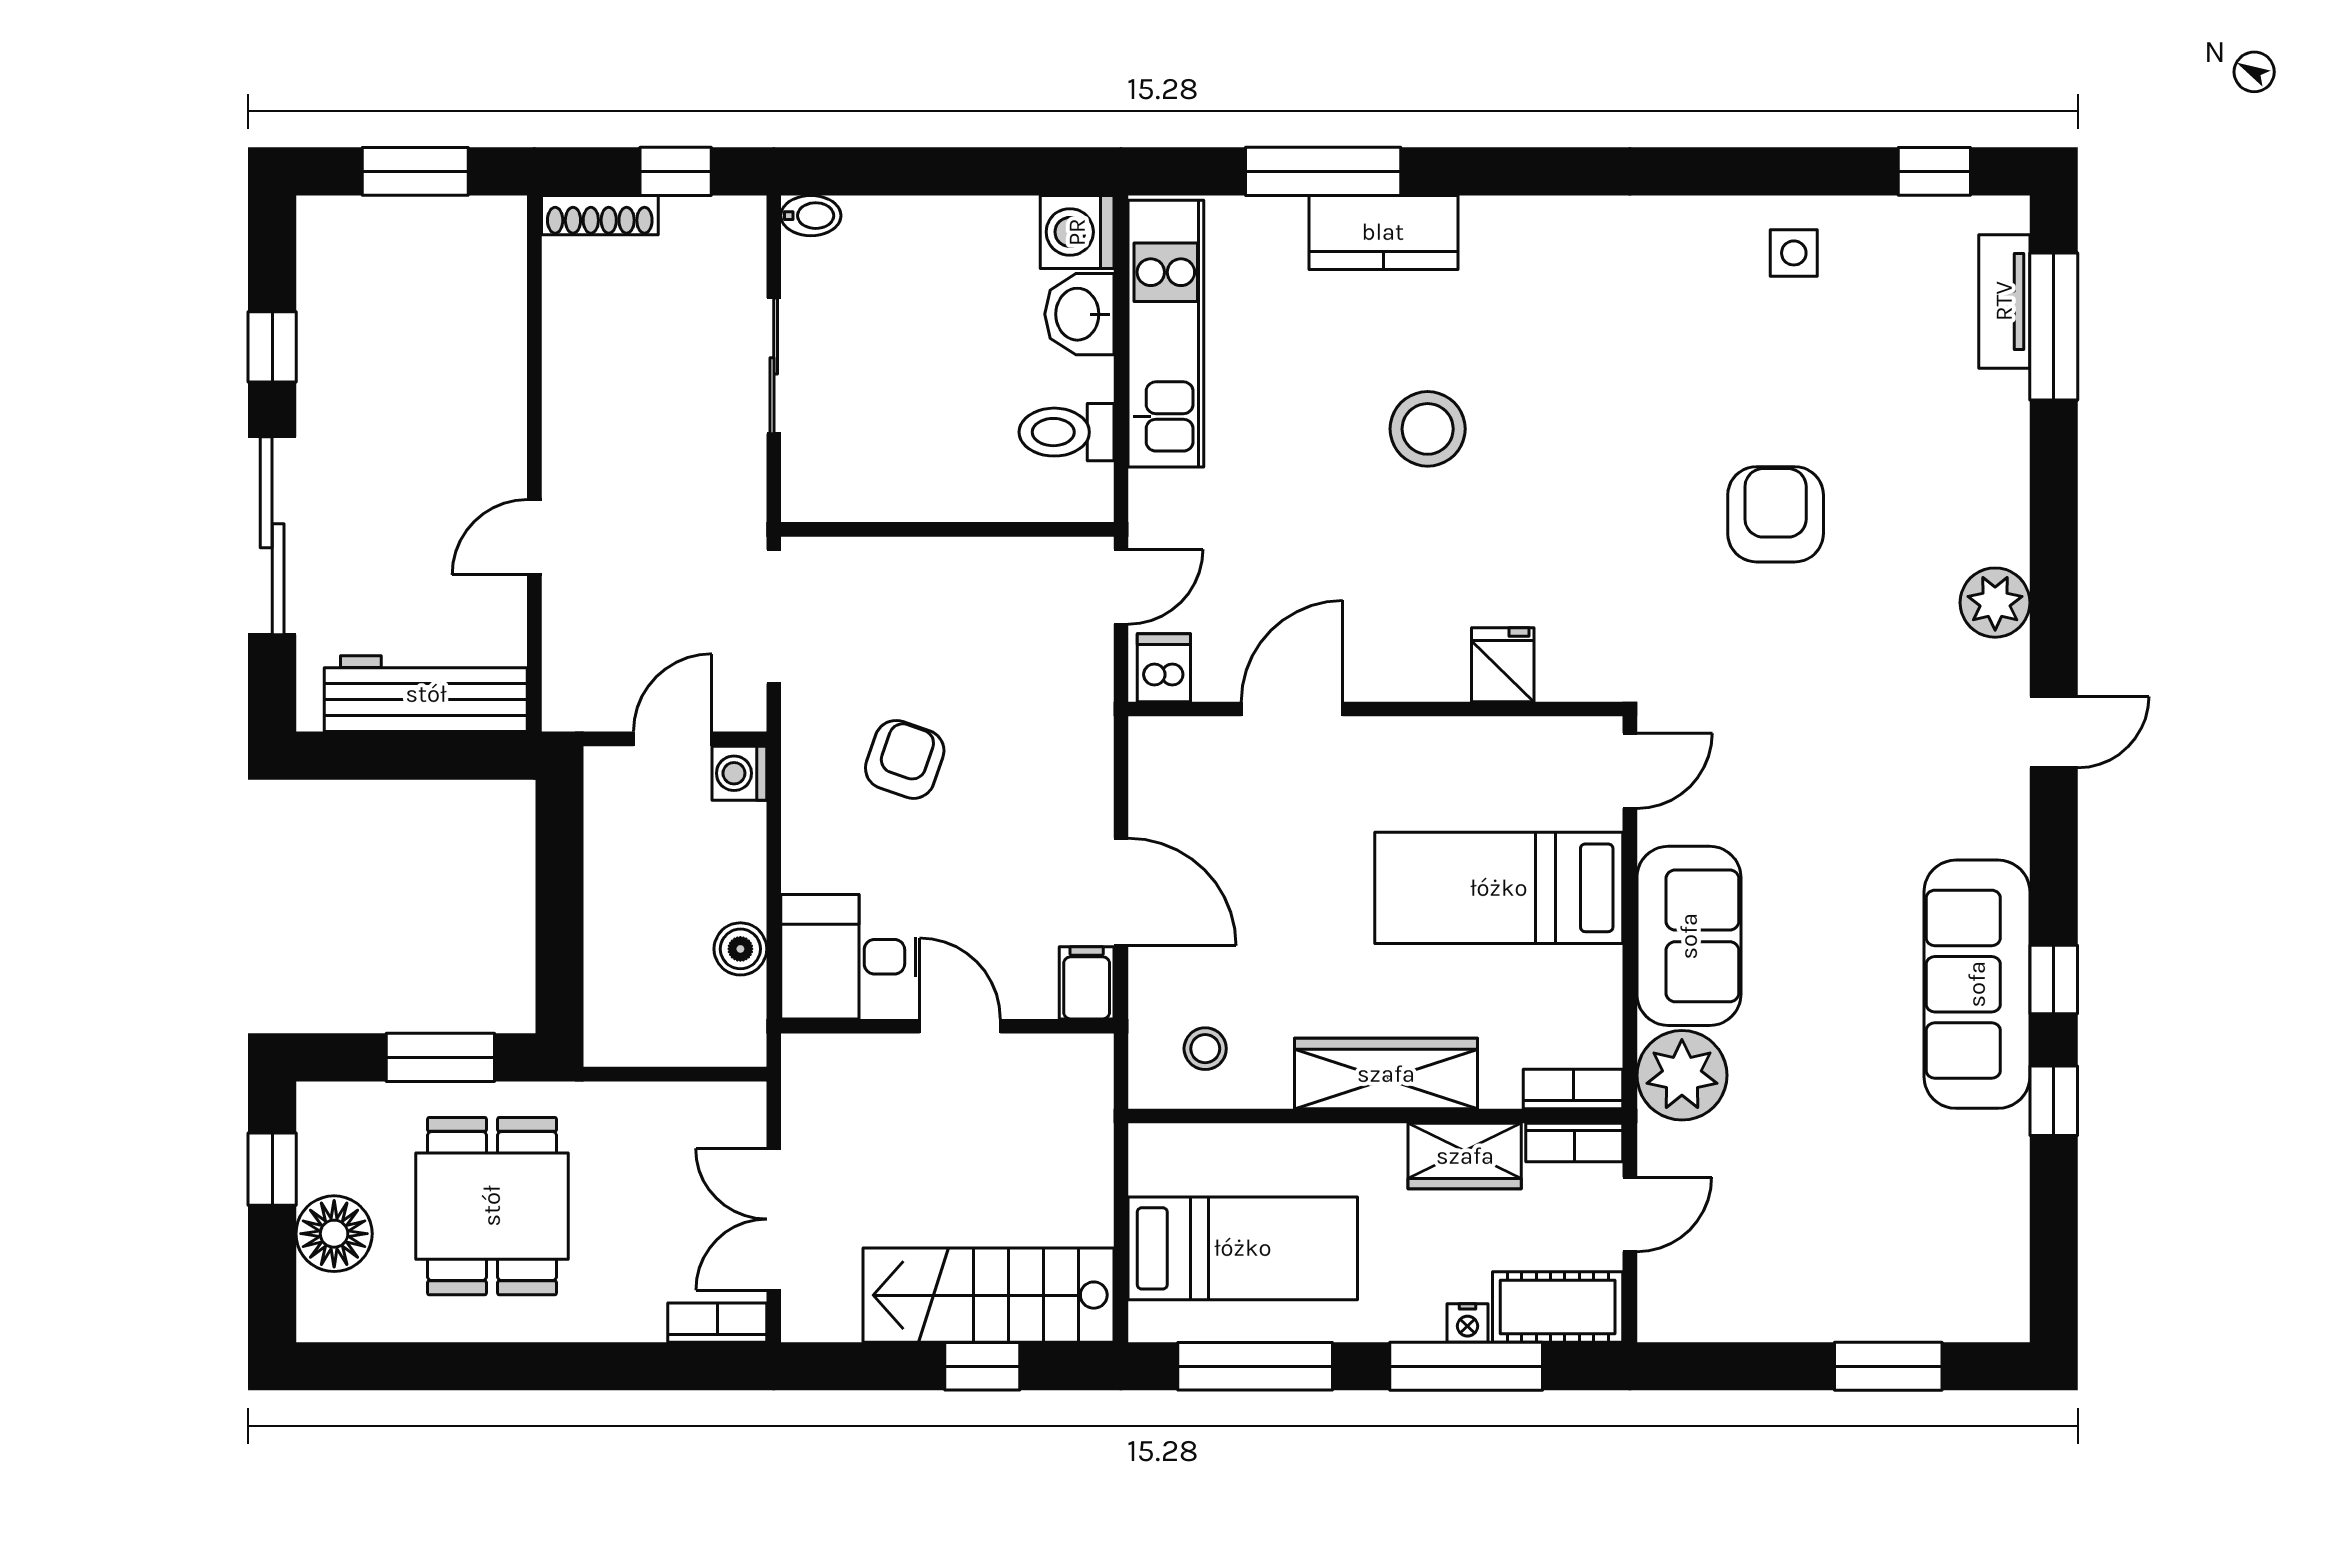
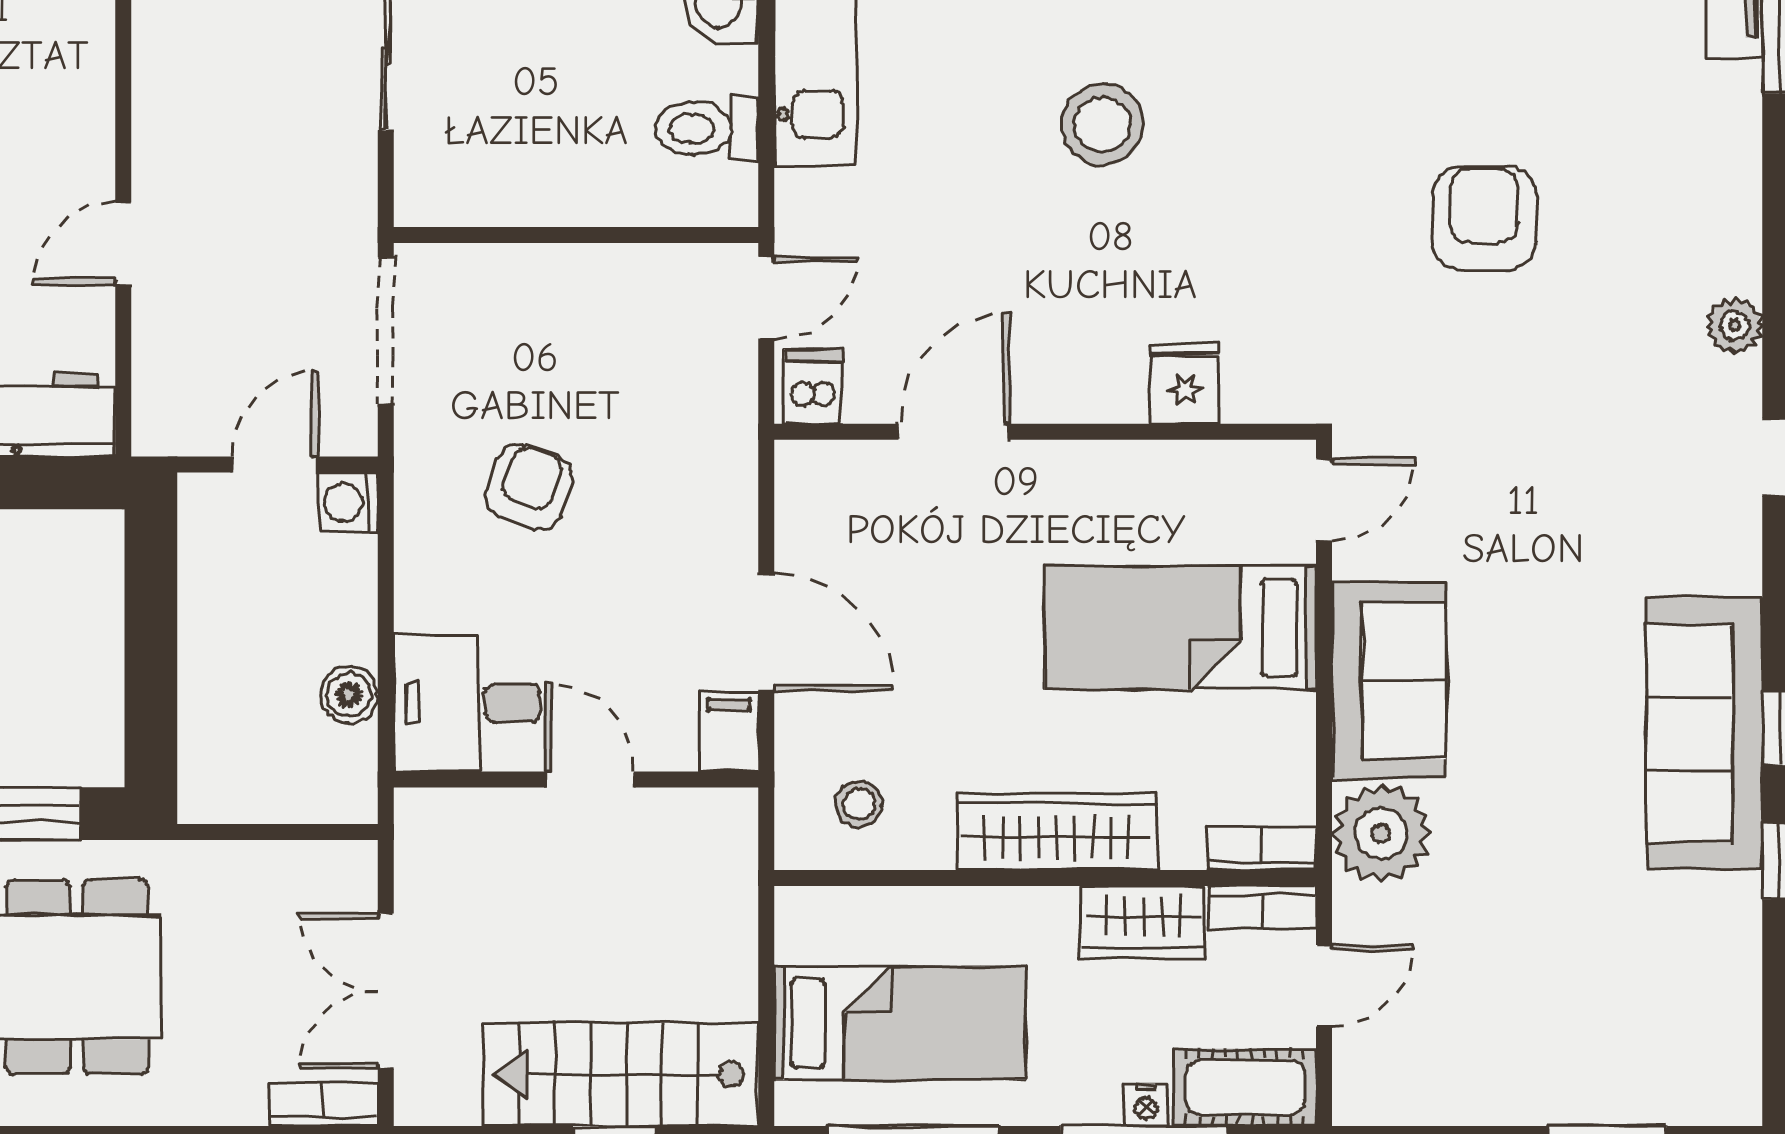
plant: (1995, 603) -> (1735, 326), width x0.73, depth x0.73

